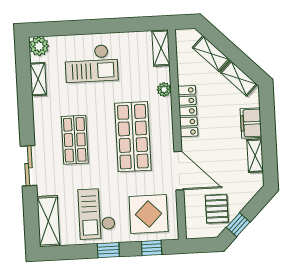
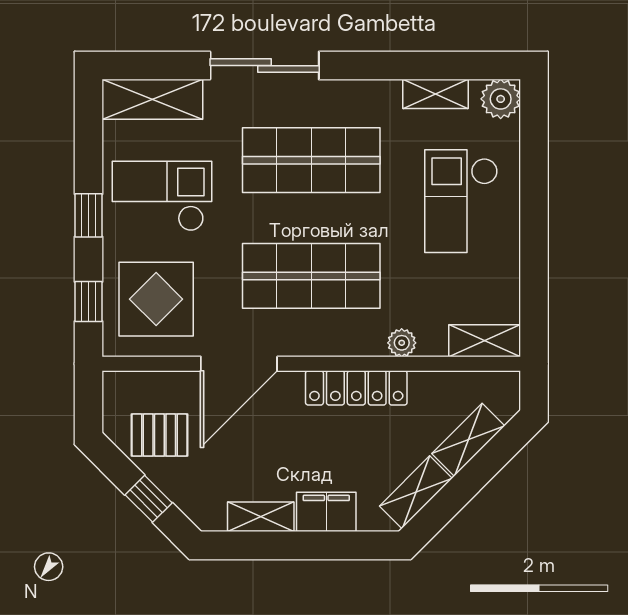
shop shelf: (75, 140) -> (311, 160), width x1.43, depth x1.36
sliding door: (28, 166) -> (265, 66), width x1.37
window: (238, 225) -> (149, 499), moved

